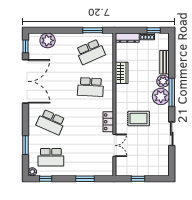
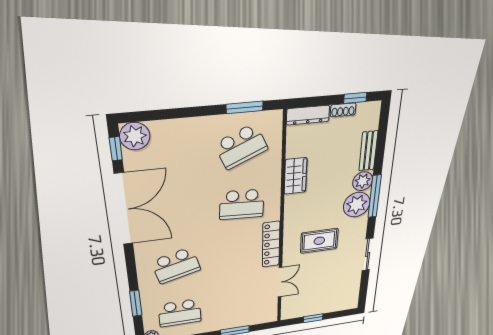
plant: (48, 40) -> (135, 136), moved
school desk: (51, 122) -> (176, 265), turned -39
locker: (108, 122) -> (271, 244), width x1.53

